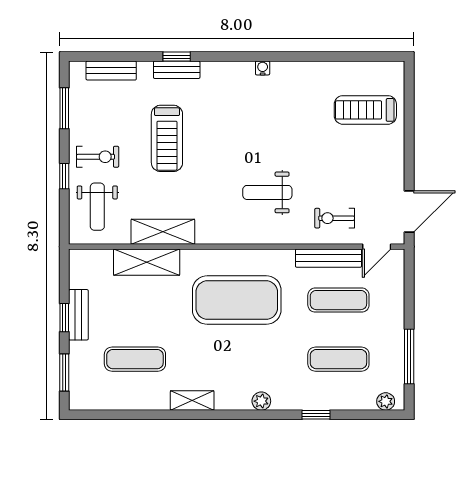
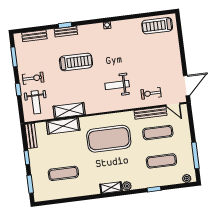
treadmill: (365, 110) -> (157, 26), moved
treadmill: (167, 138) -> (76, 62), moved, turned -90
door: (377, 247) -> (173, 104), hinge flipped
bench: (78, 315) -> (31, 136), moved
shelving: (192, 400) -> (111, 188), moved

